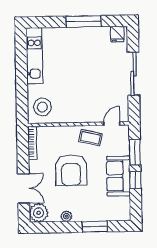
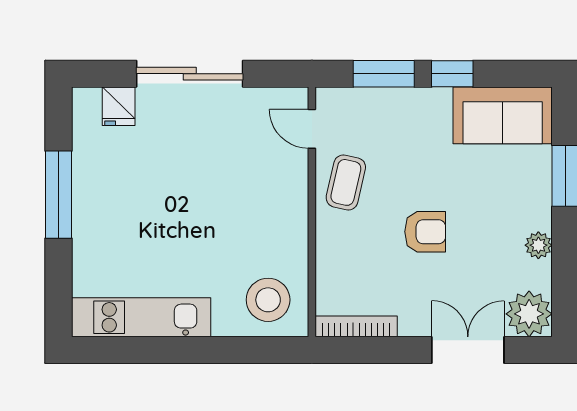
fridge: (117, 34) -> (119, 106), moved, turned 90
armchair: (71, 170) -> (425, 232), width x0.53, depth x0.53
sofa: (118, 176) -> (503, 115), moved

